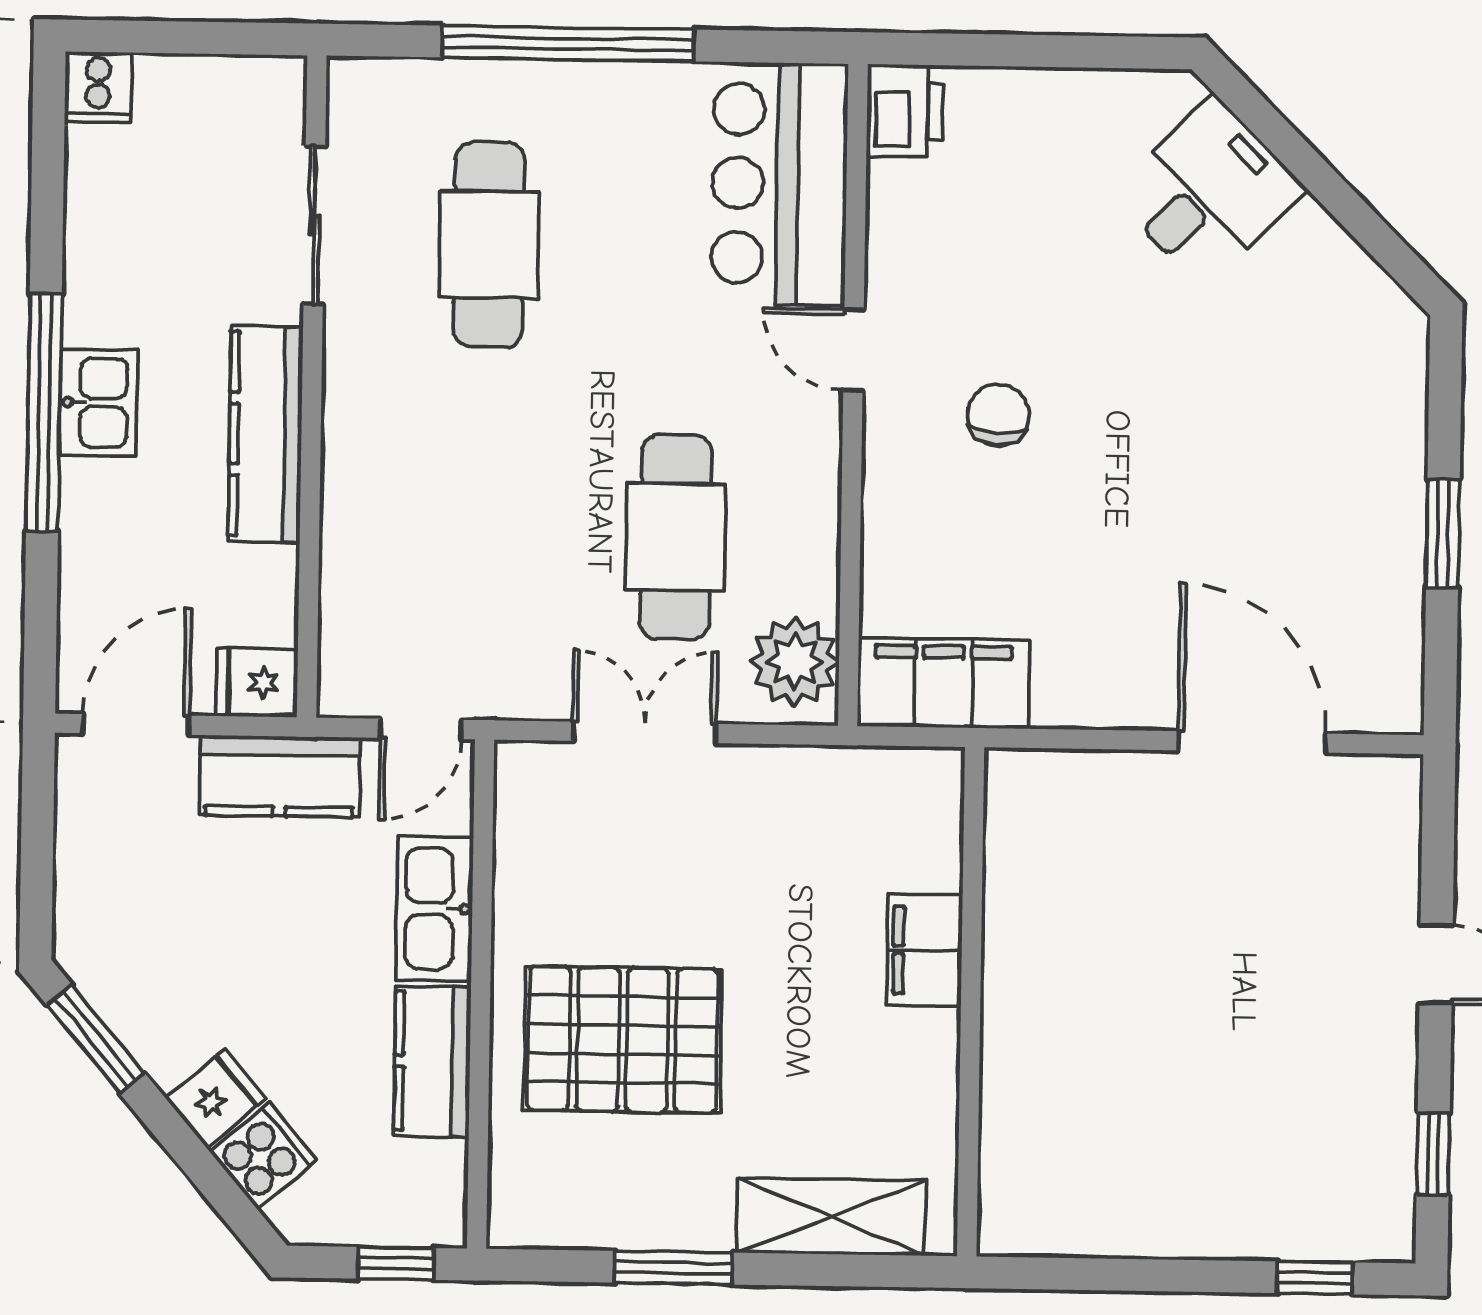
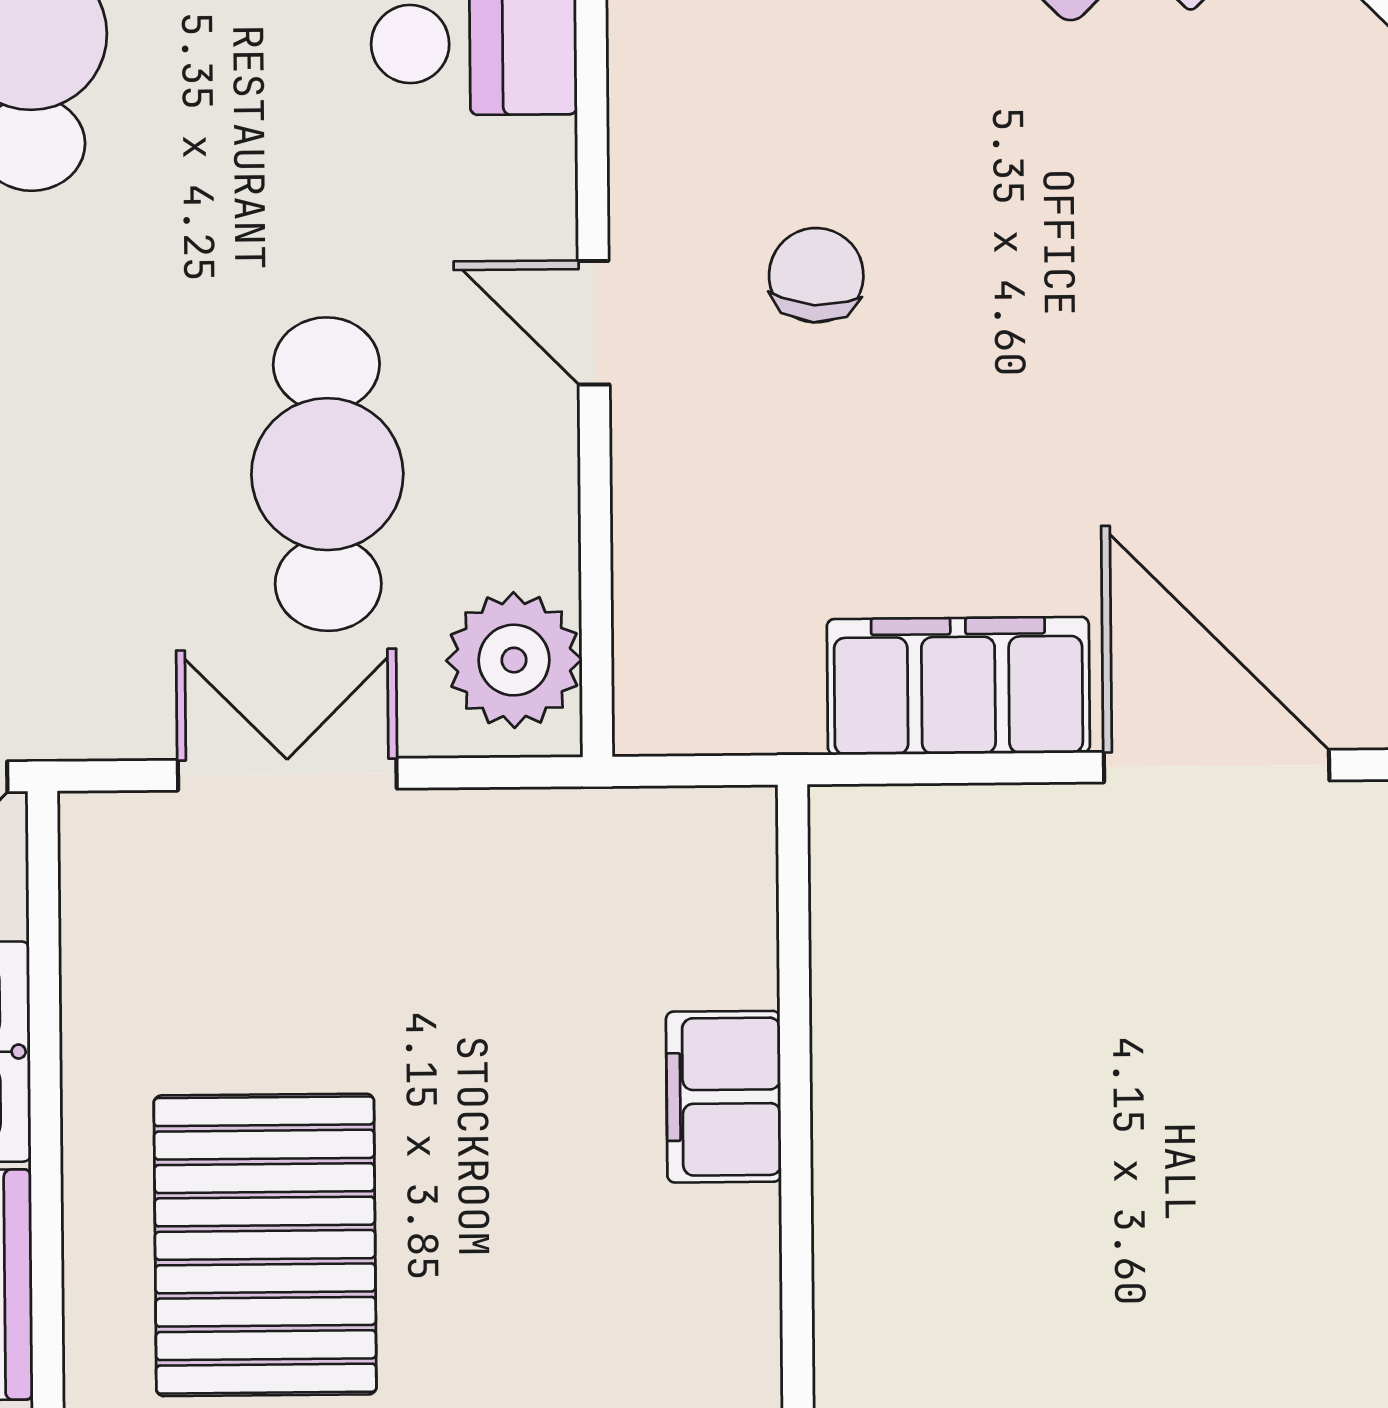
door: (854, 350) -> (594, 323), moved
filing cabinet: (943, 683) -> (958, 686), moved
pallet: (623, 1040) -> (265, 1245), turned 90

